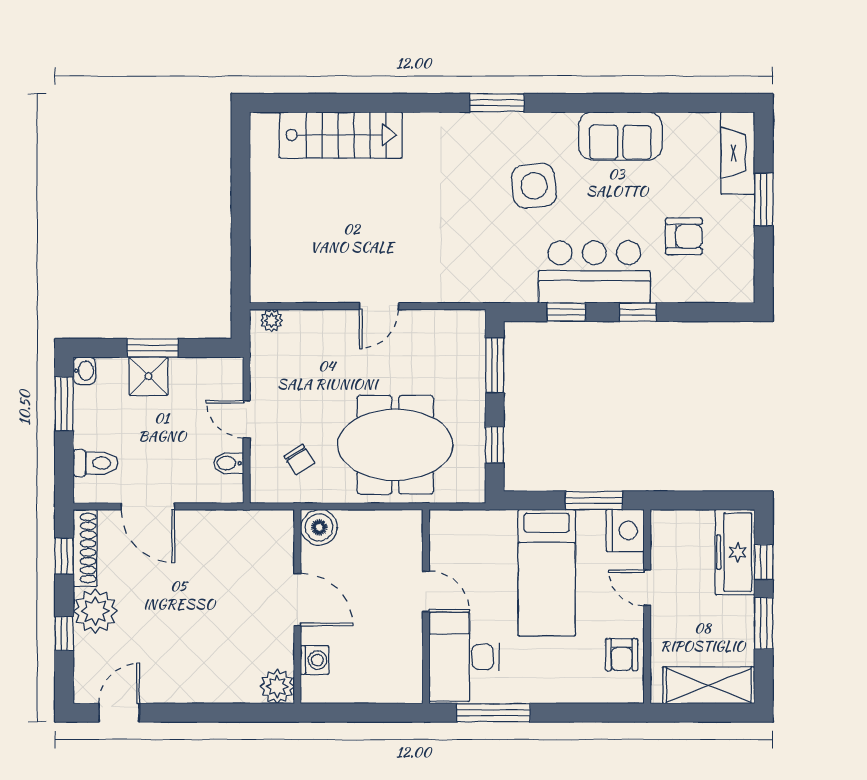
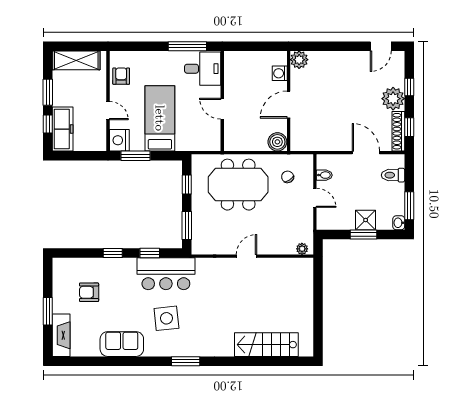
bar counter: (594, 272) -> (166, 274), moved
door: (297, 600) -> (289, 105), hinge flipped
desk: (464, 657) -> (203, 69), width x0.73

